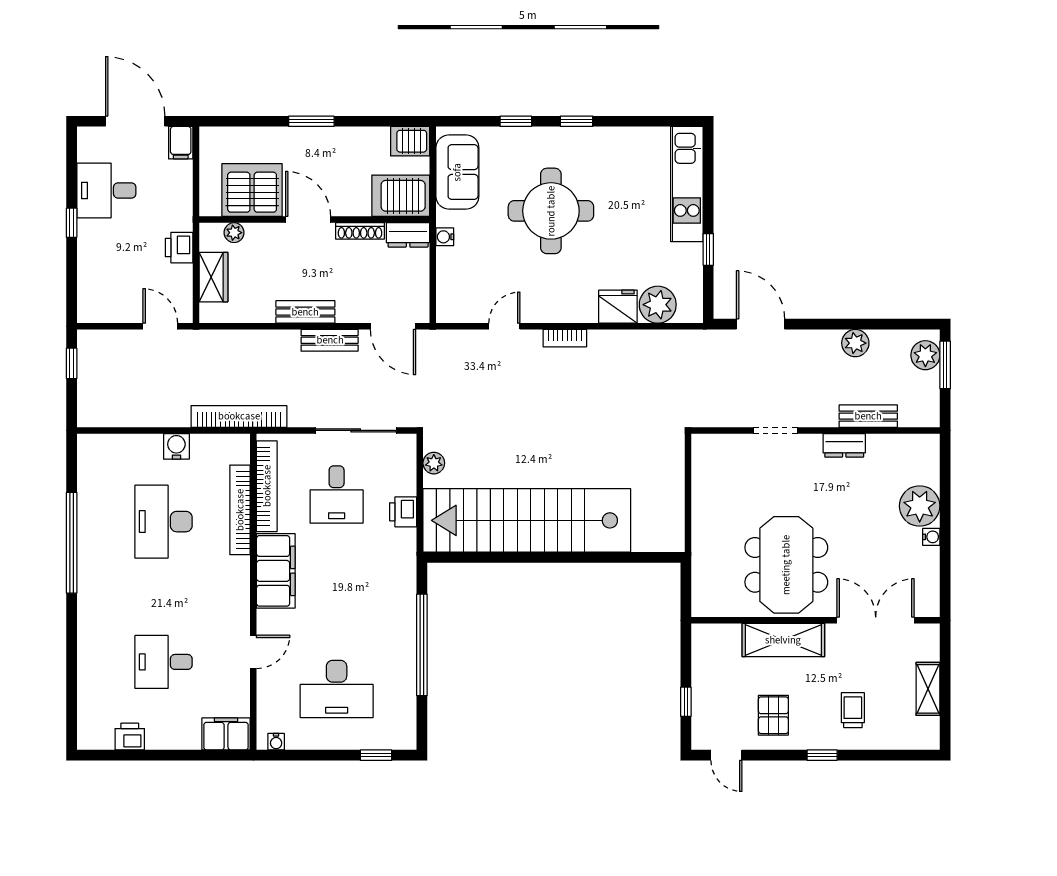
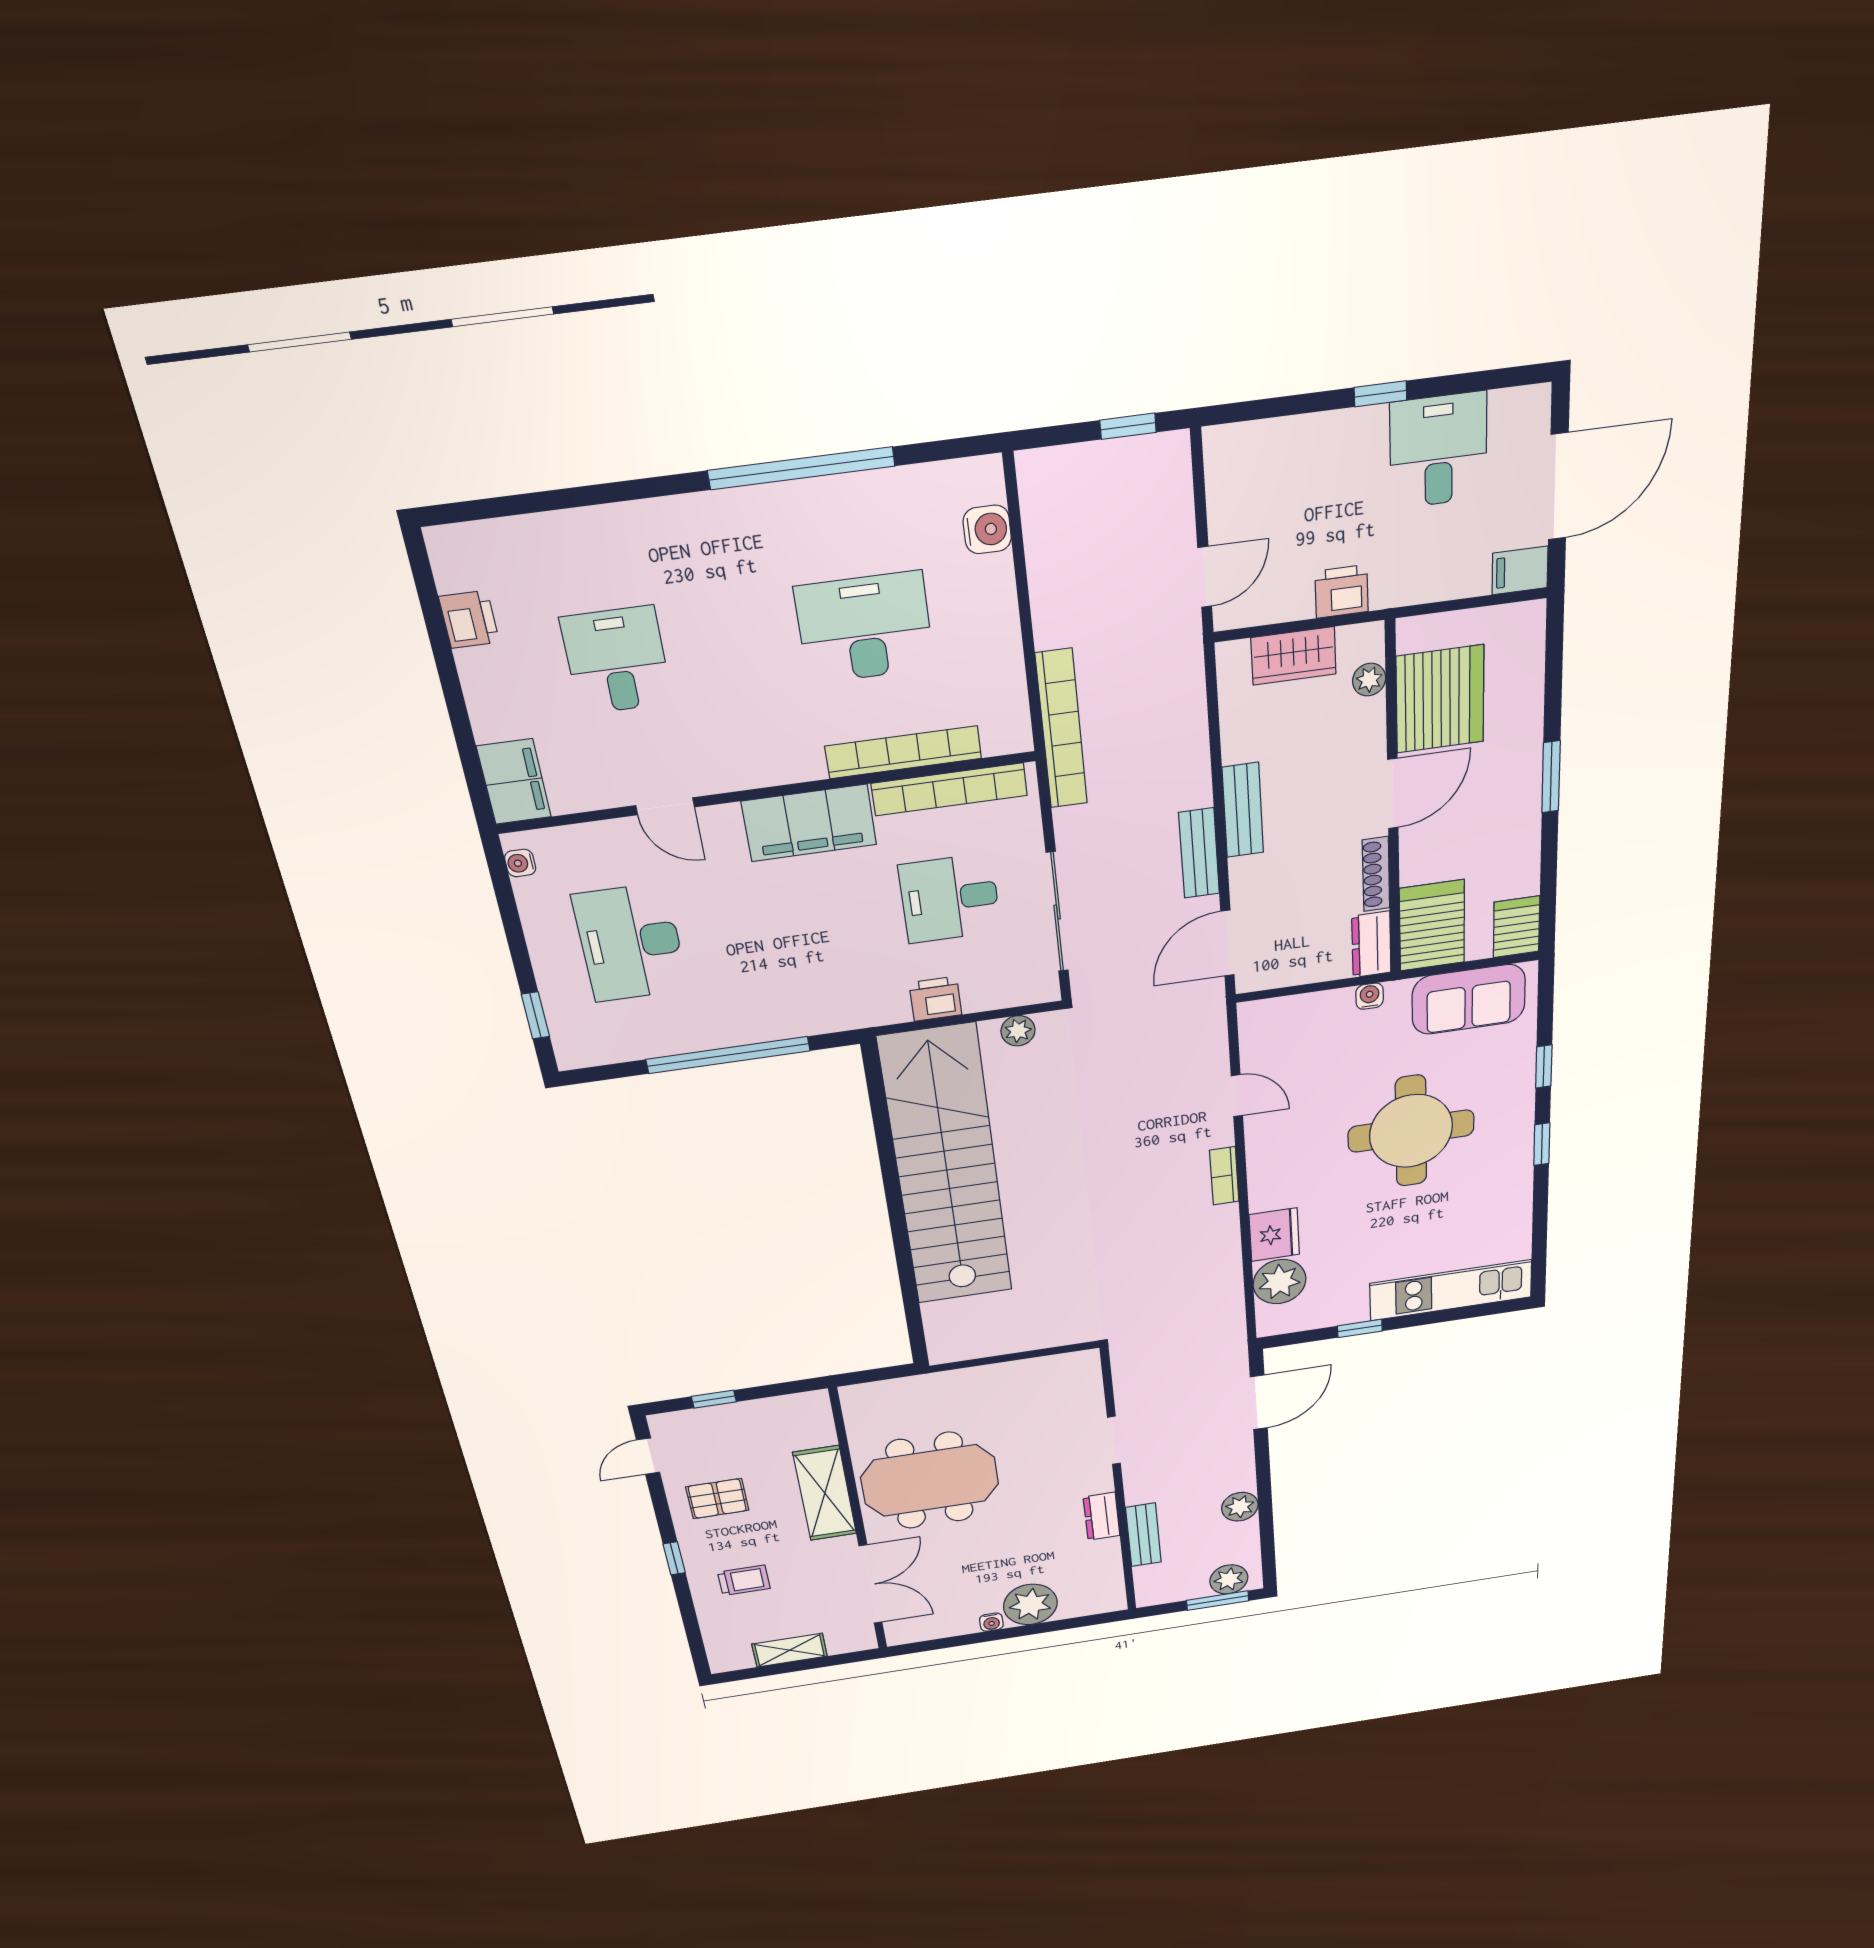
water cooler: (176, 446) -> (987, 529), moved

